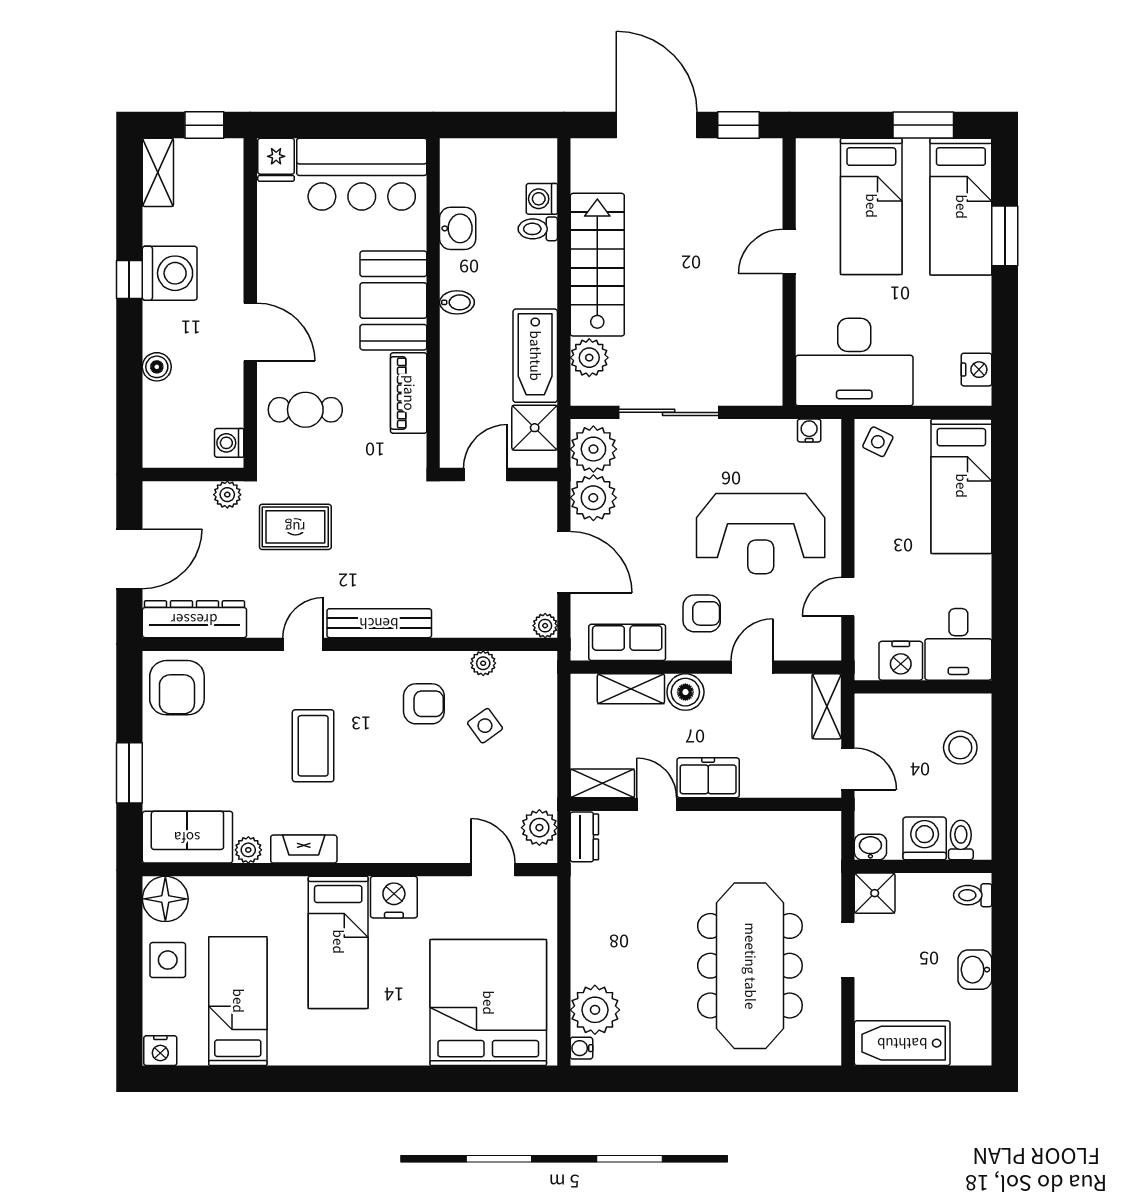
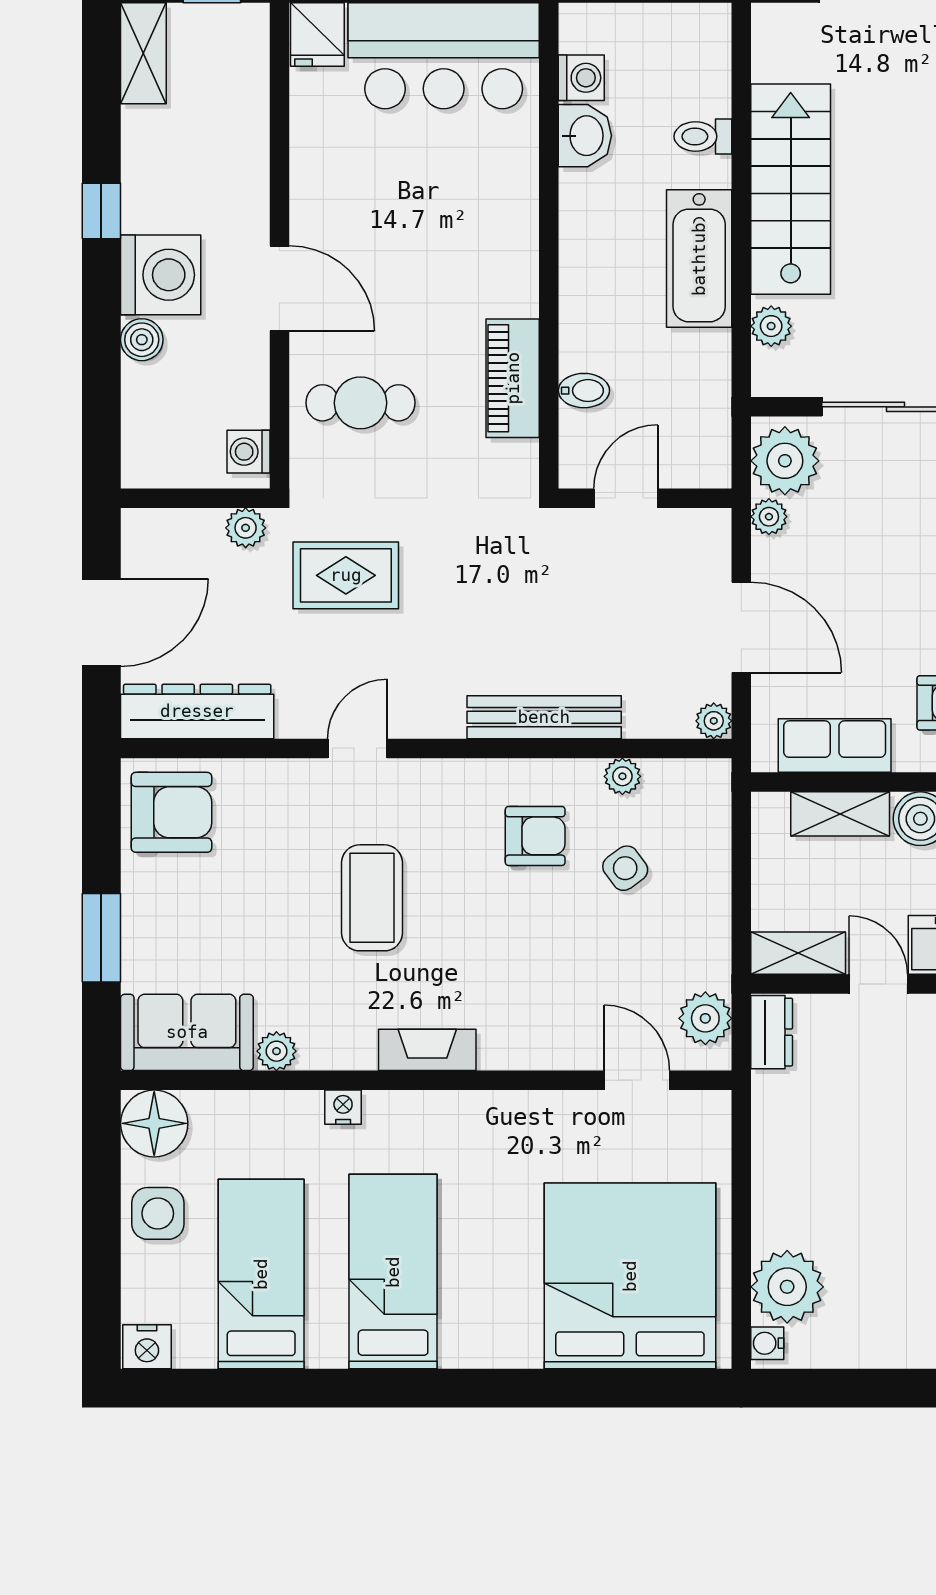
washing machine: (542, 199) -> (581, 78), moved, turned 180
washing machine: (170, 273) -> (161, 275), moved
booth: (393, 300) -> (490, 242), removed
bidet: (457, 302) -> (584, 391), moved
bathtub: (535, 356) -> (699, 259), moved
plant: (589, 358) -> (771, 326), width x0.73, depth x0.73
shower: (535, 428) -> (698, 429), removed
plant: (593, 498) -> (769, 517), width x0.53, depth x0.53
bench: (379, 623) -> (544, 717), moved
armchair: (177, 688) -> (171, 812), turned -90
fireplace: (304, 849) -> (427, 1050), moved
nightstand: (394, 897) -> (343, 1107), moved, width x0.53, depth x0.56
bed: (338, 942) -> (393, 1272), moved, turned 180

